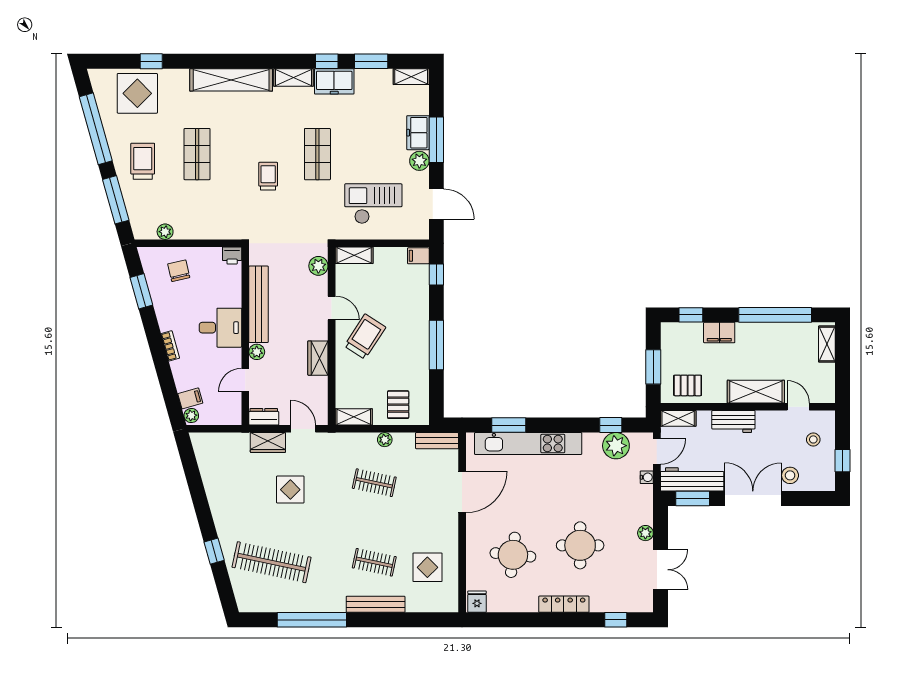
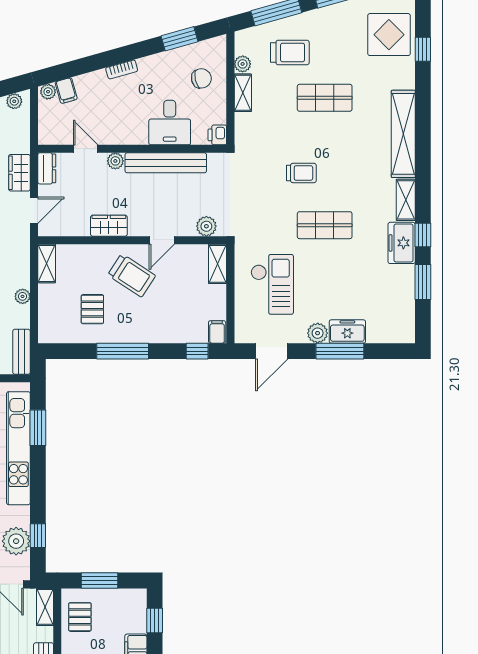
shelving: (411, 77) -> (243, 93), moved
trolley: (143, 161) -> (290, 52), moved
desk: (220, 328) -> (170, 123), moved
pallet: (398, 405) -> (92, 309), moved, turned 90
plant: (200, 447) -> (14, 101), added

